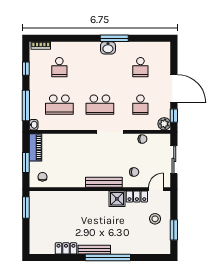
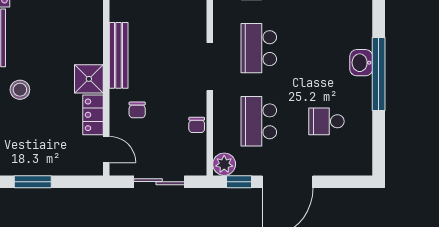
window: (114, 38) -> (379, 74), width x1.46
school desk: (140, 105) -> (259, 121), width x1.85
stool: (155, 219) -> (20, 90), moved

